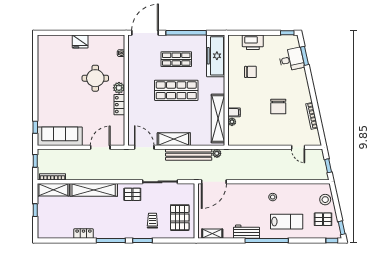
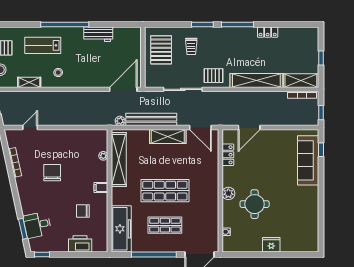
locker: (119, 105) -> (228, 155), moved
filing cabinet: (234, 112) -> (101, 188), moved
sofa: (60, 136) -> (308, 160), moved, turned 90
door: (298, 147) -> (30, 127), hinge flipped
workbench: (246, 232) -> (98, 34), moved
shelving: (212, 234) -> (29, 82), moved

